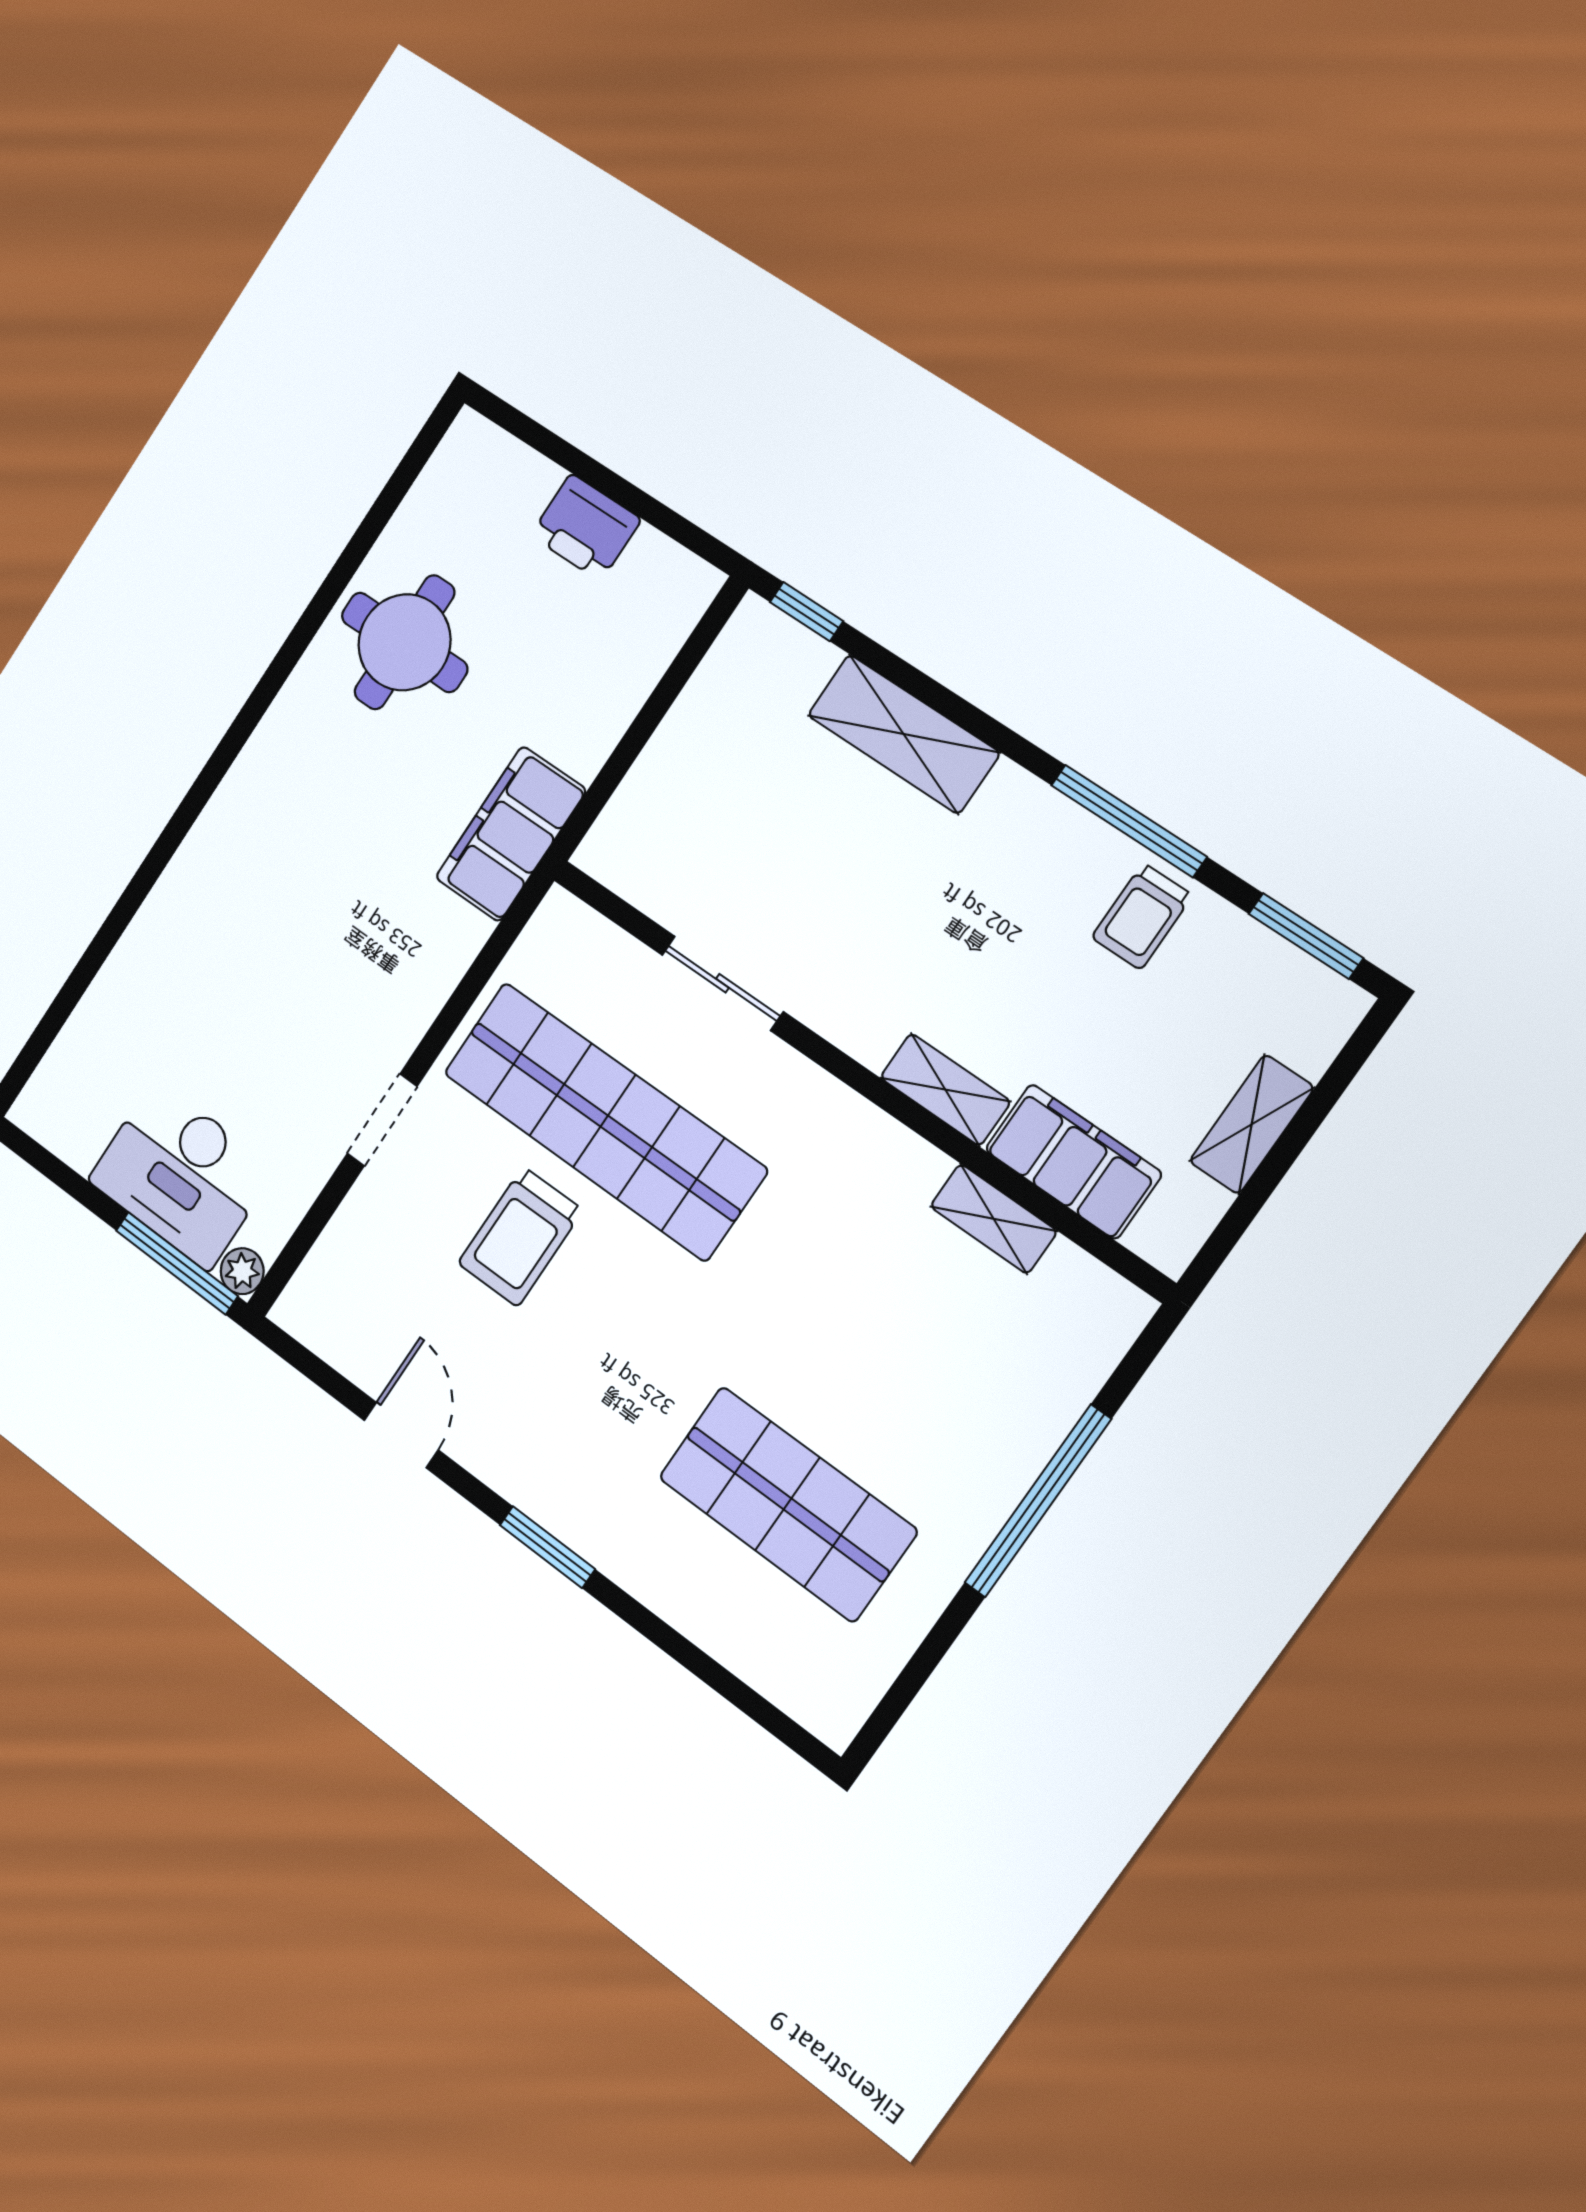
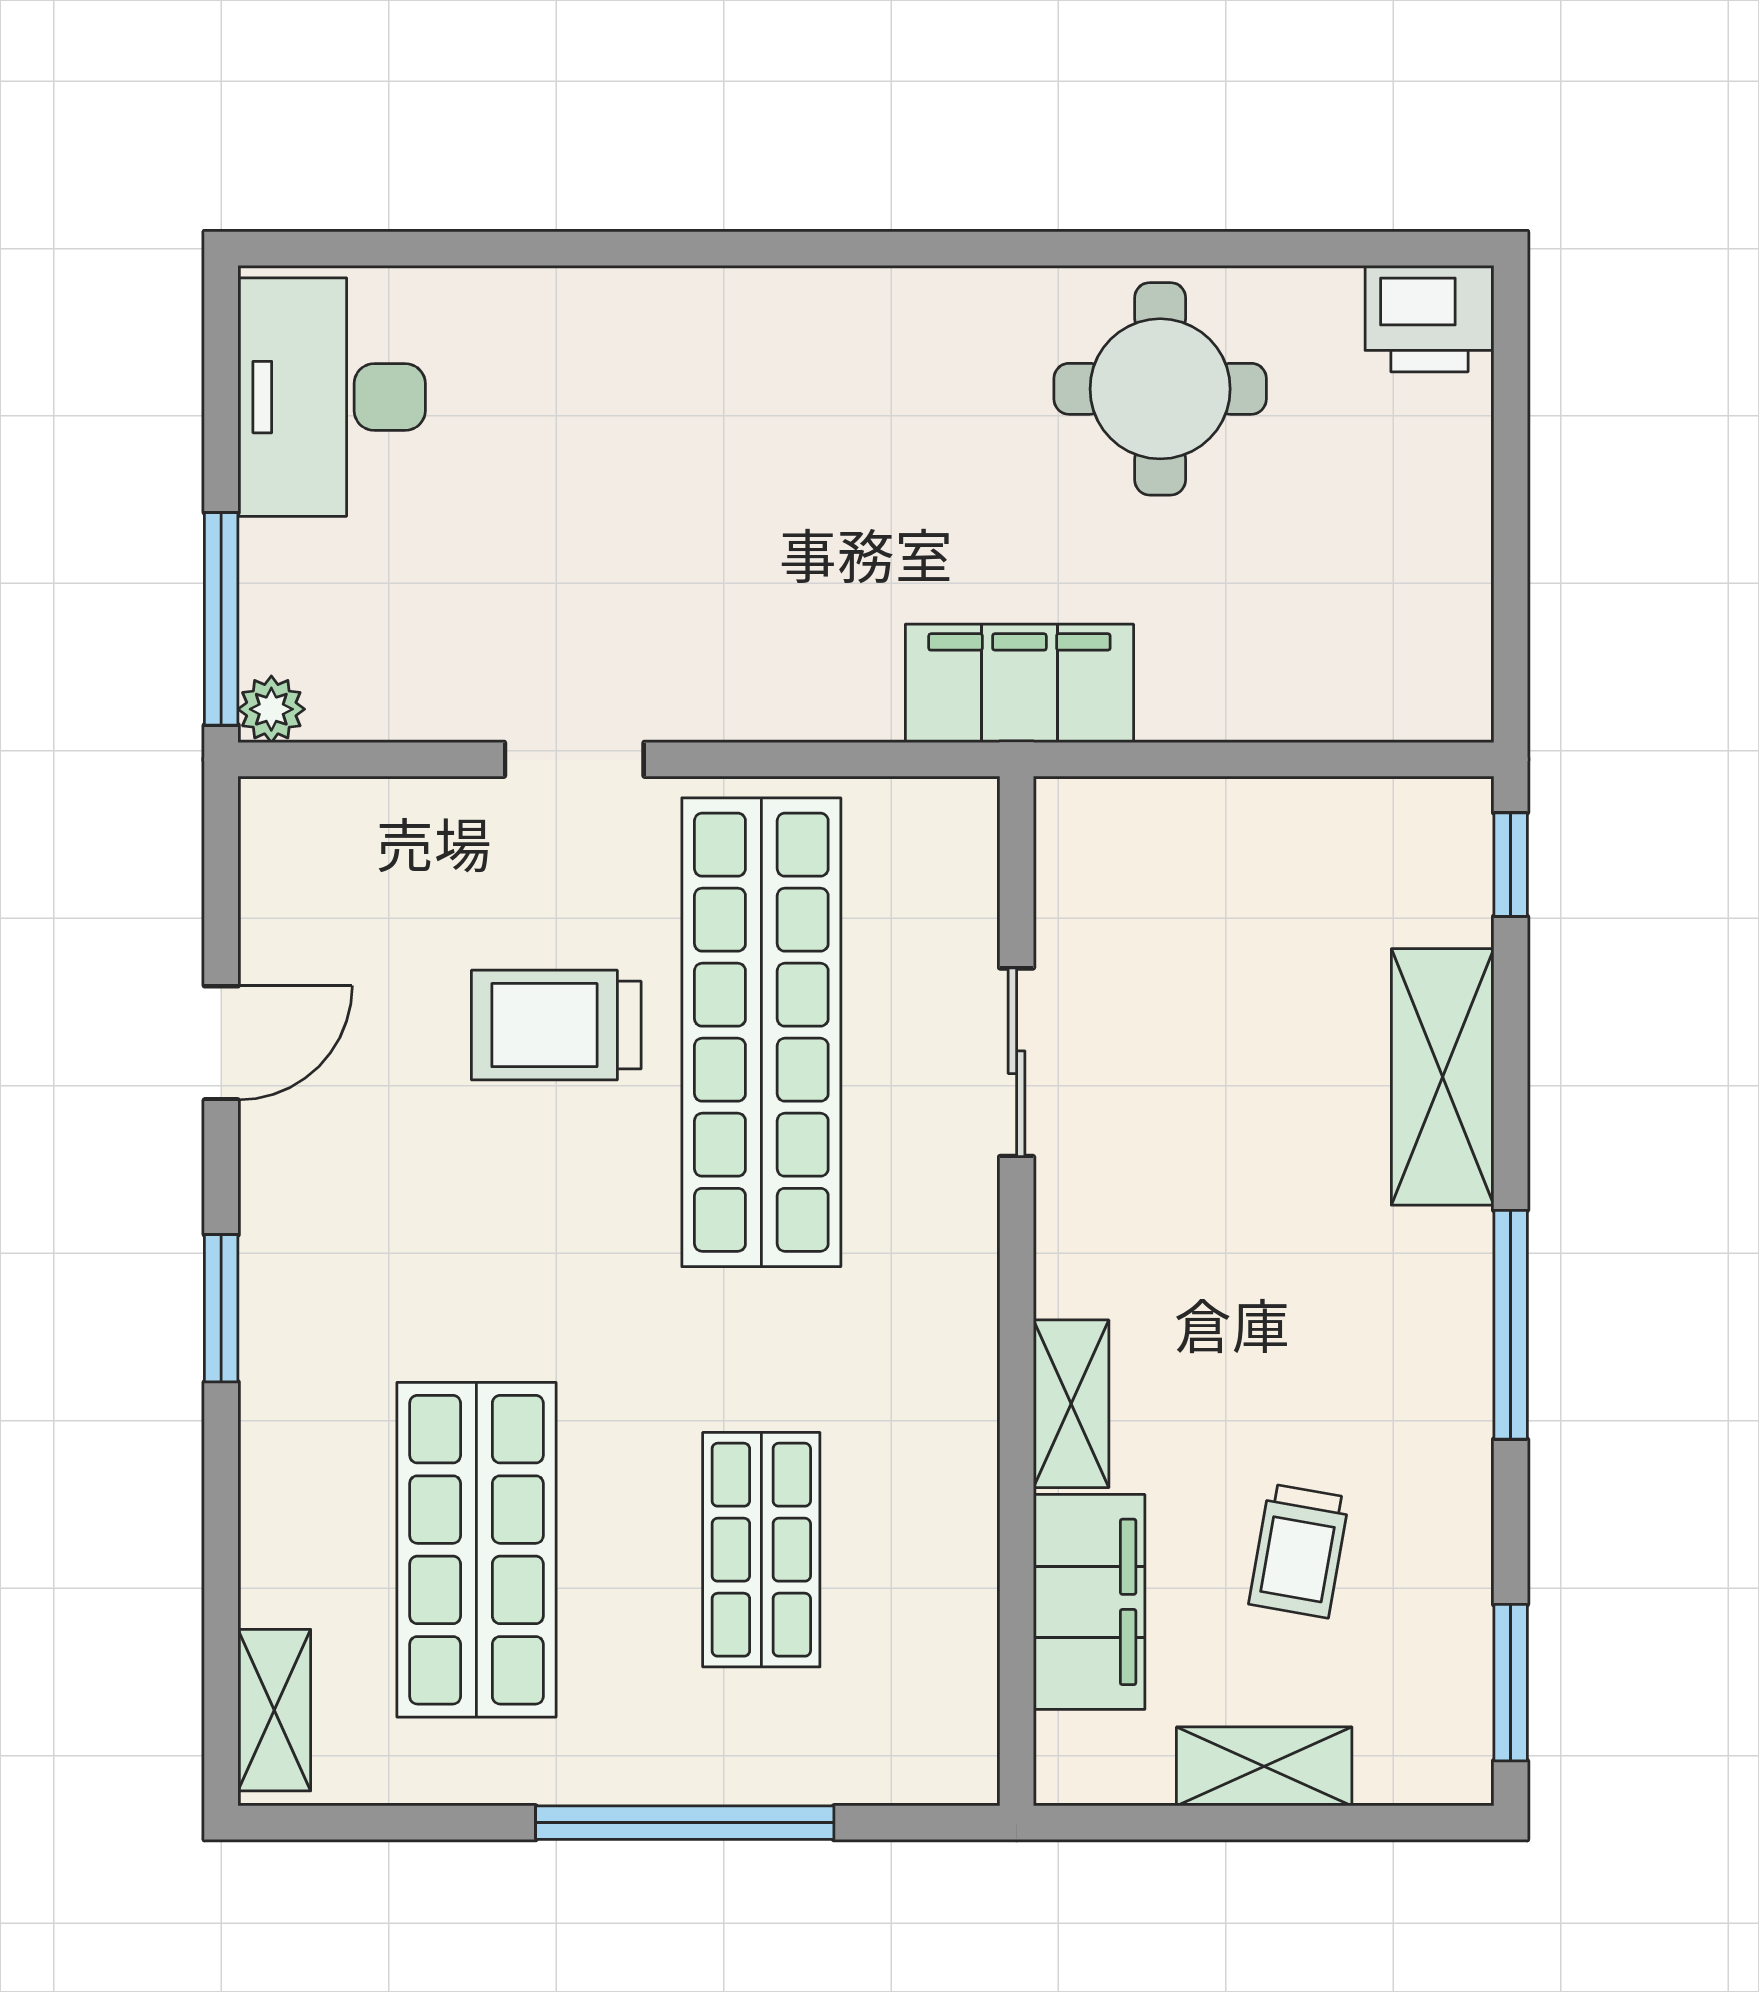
printer: (586, 527) -> (1429, 319), moved, turned -90
window: (1129, 821) -> (1511, 1325), moved
trolley: (1142, 916) -> (1299, 1551), moved, turned -80
desk: (182, 1175) -> (332, 397), moved
shelving: (994, 1219) -> (274, 1710), moved
shop shelf: (904, 1336) -> (761, 1550), added

